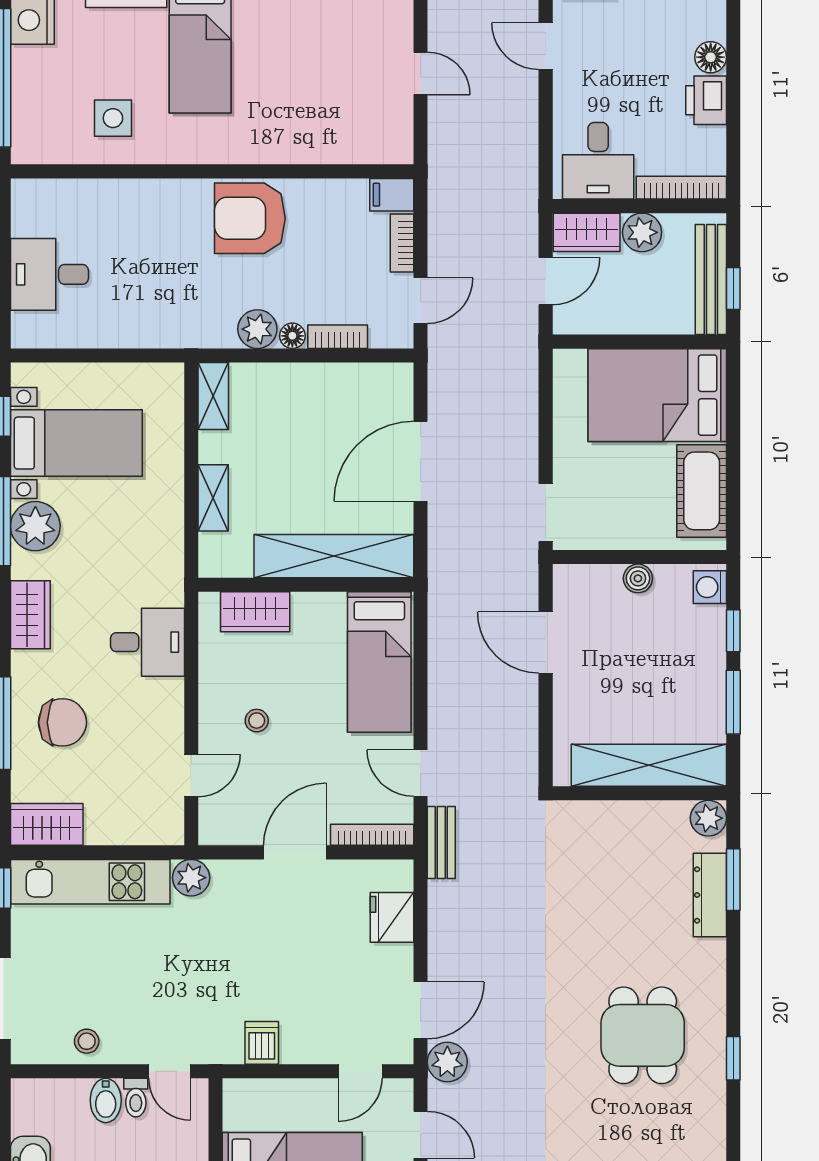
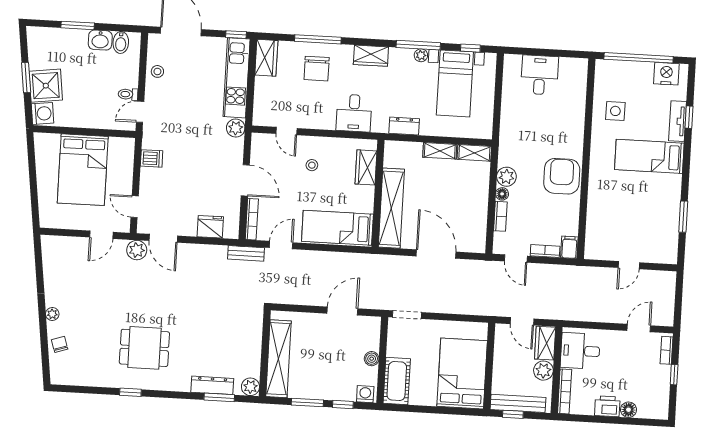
cot: (702, 491) -> (397, 381), moved, turned 90
shelving: (213, 498) -> (440, 151), moved
plant: (35, 526) -> (421, 55), width x0.53, depth x0.53
dresser: (168, 540) -> (404, 126), added
bidet: (106, 1100) -> (121, 42), moved, turned -90

